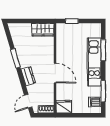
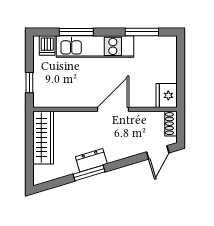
wardrobe: (43, 30) -> (43, 138), width x1.50
dresser: (28, 76) -> (91, 160), moved
door: (28, 101) -> (158, 152), hinge flipped
dishwasher: (95, 102) -> (47, 45), moved

